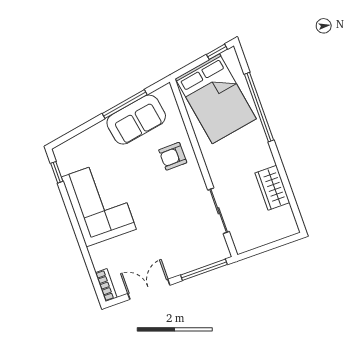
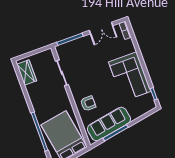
sofa: (136, 120) -> (109, 124), width x1.36
wardrobe: (272, 188) -> (27, 73), moved

